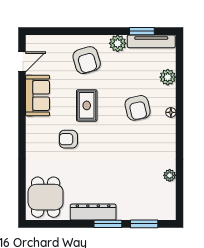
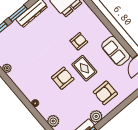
armchair: (87, 60) -> (105, 93), turned -73
armchair: (138, 108) -> (63, 78), moved, turned 103

